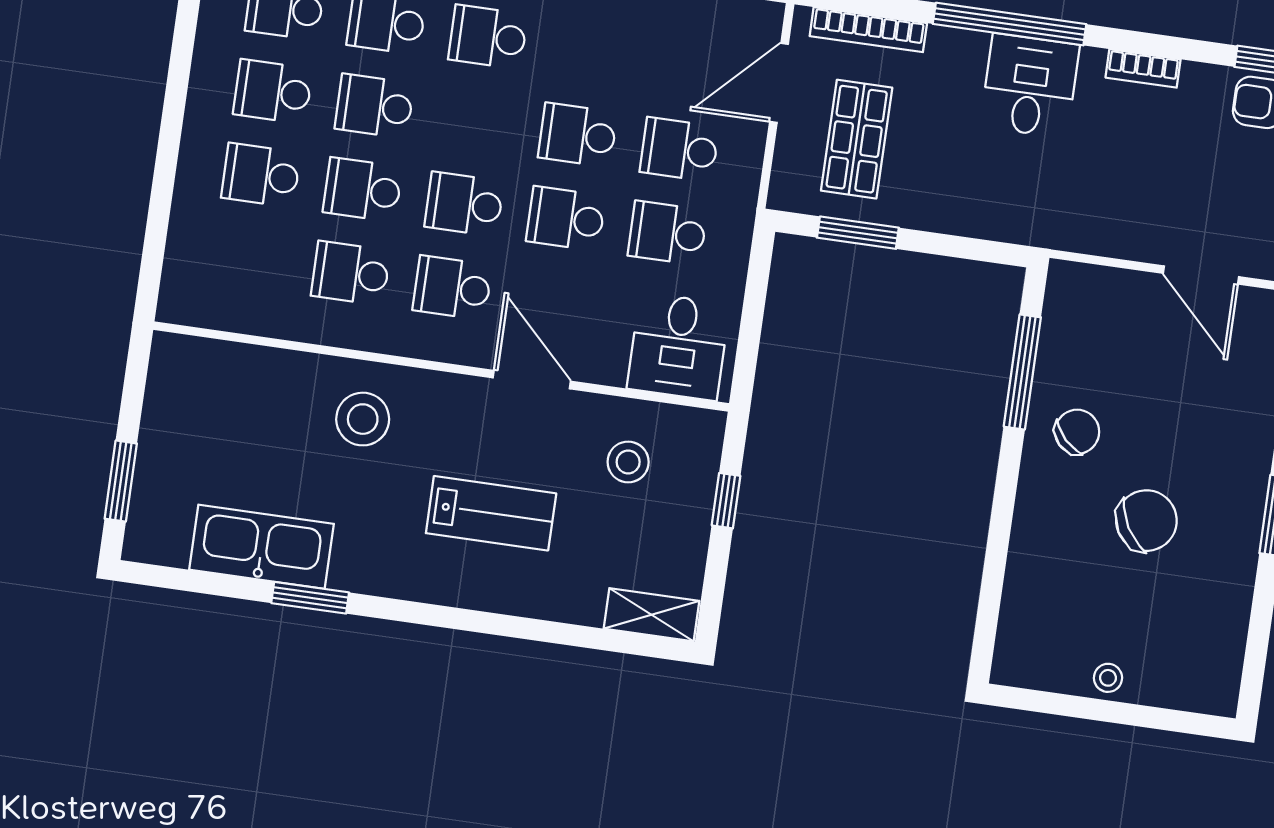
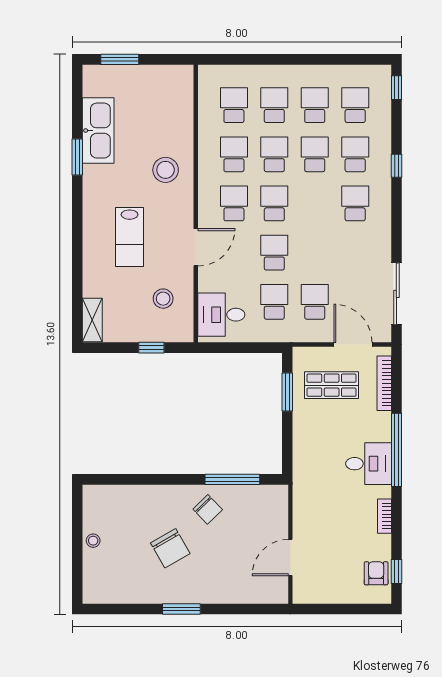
school desk: (578, 135) -> (234, 105), moved

